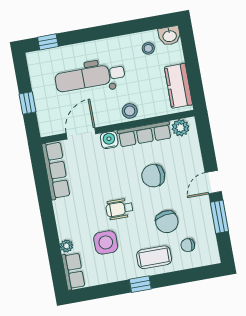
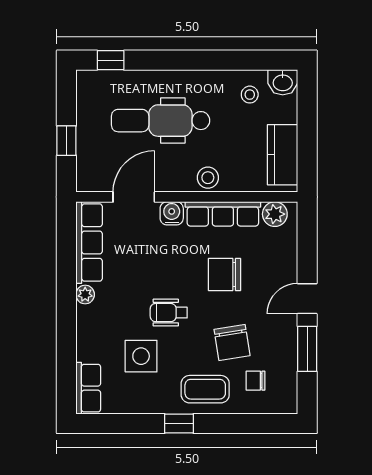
plant: (67, 246) -> (85, 295), moved

